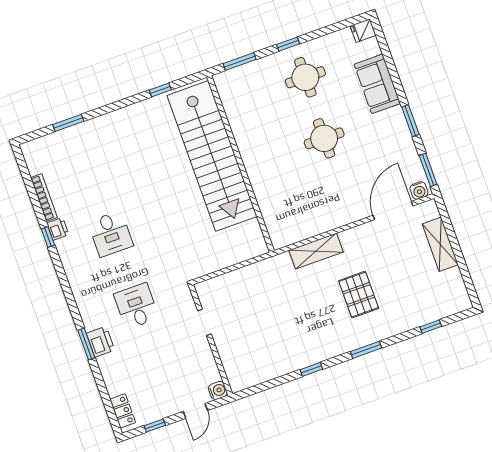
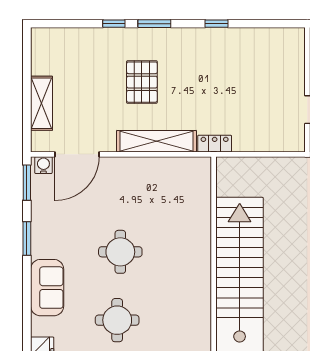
shelving: (316, 251) -> (156, 141), width x1.47
locker: (275, 263) -> (215, 144), added
window: (431, 327) -> (114, 24), moved

